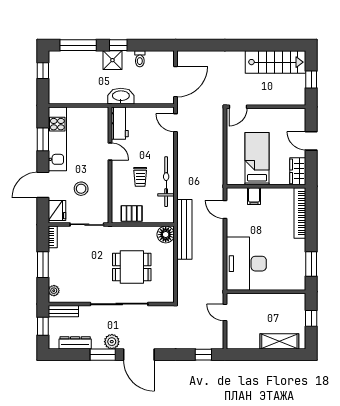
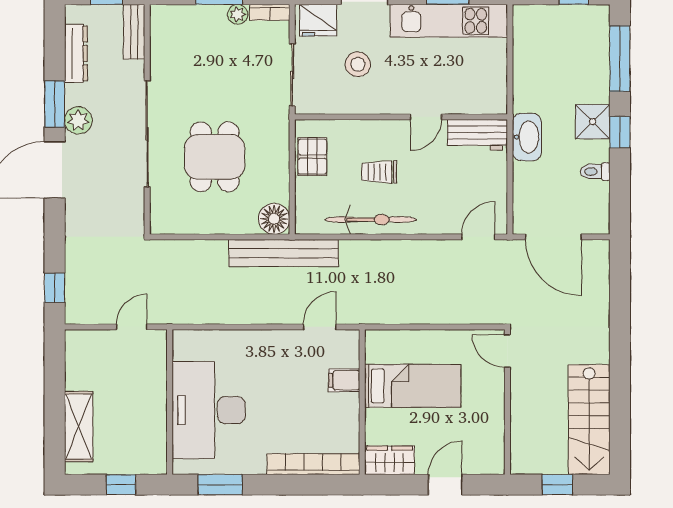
desk: (246, 264) -> (209, 410), moved, turned -90
plant: (54, 291) -> (238, 14), moved

